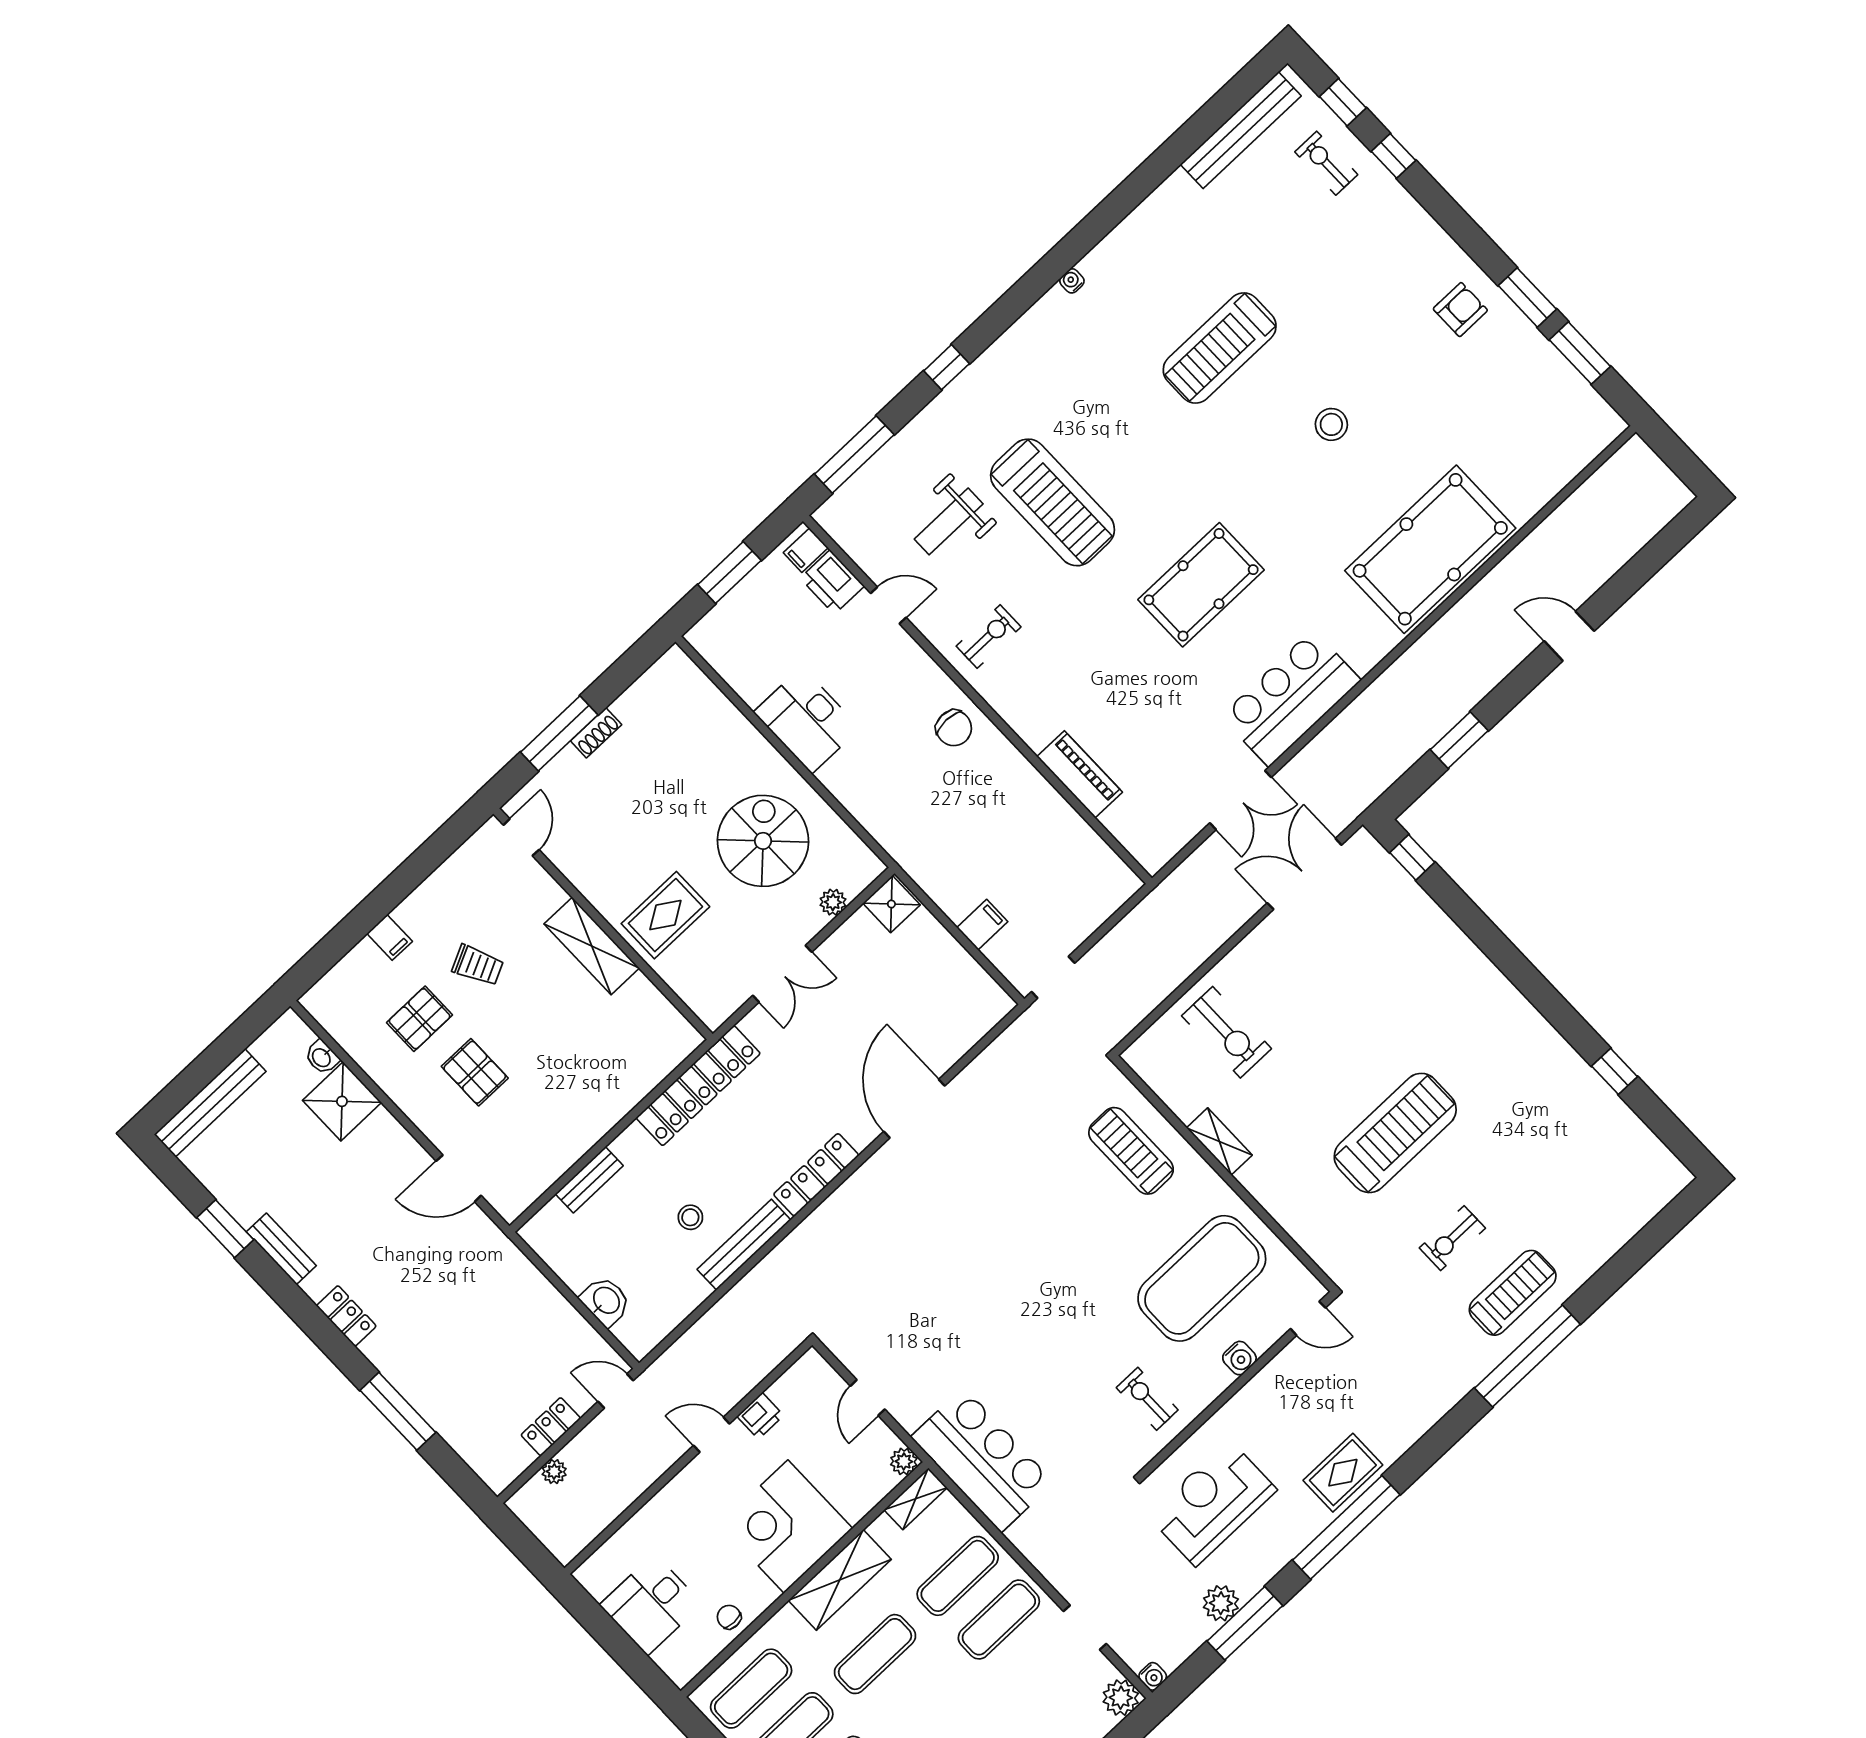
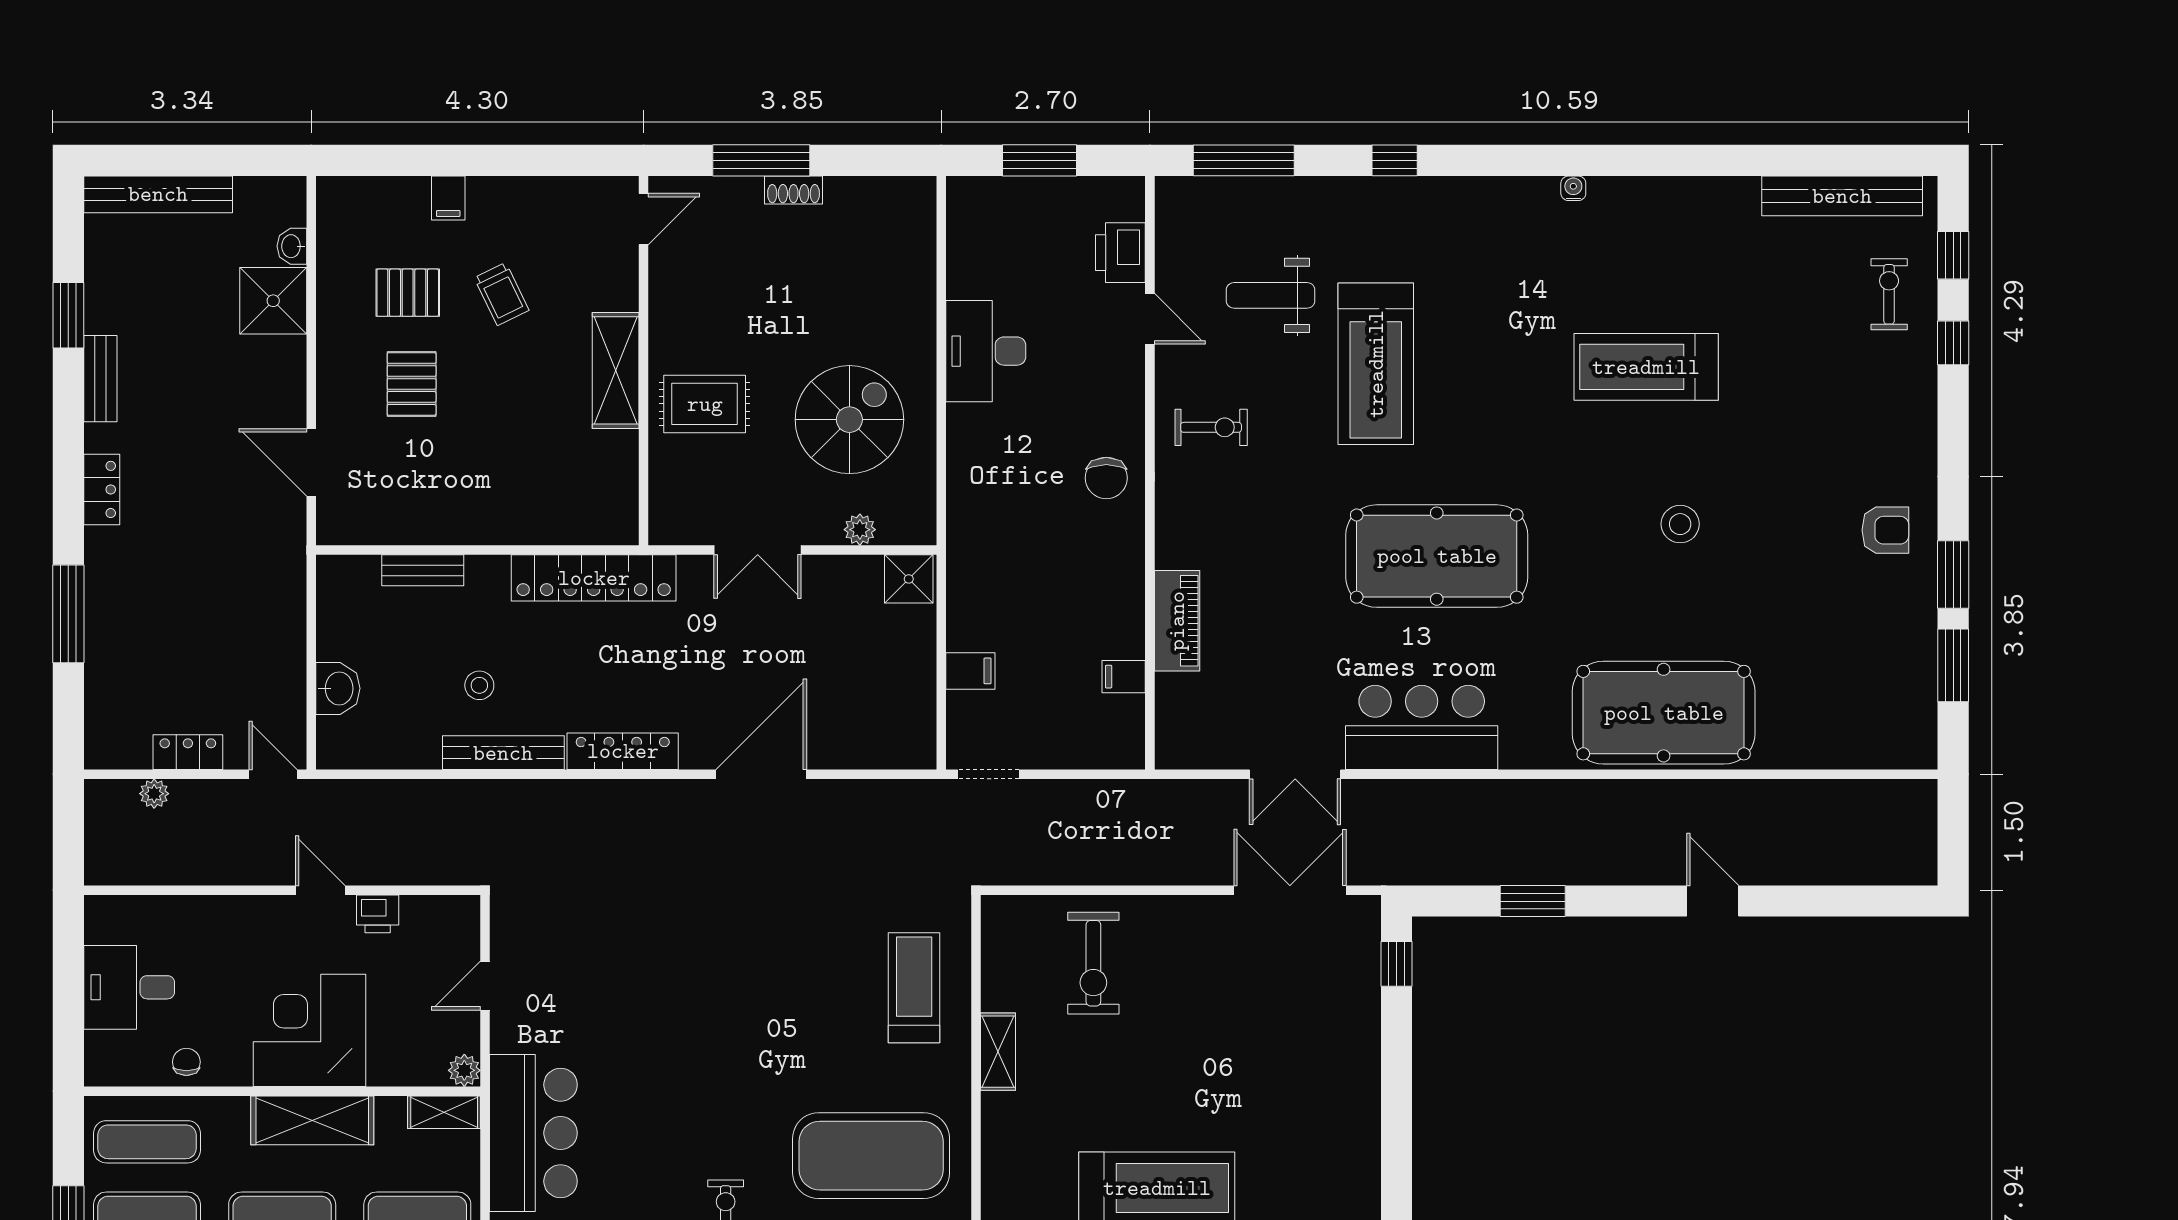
filing cabinet: (806, 550) -> (1124, 677), moved
pool table: (1201, 585) -> (1437, 556), width x1.36, depth x1.32

